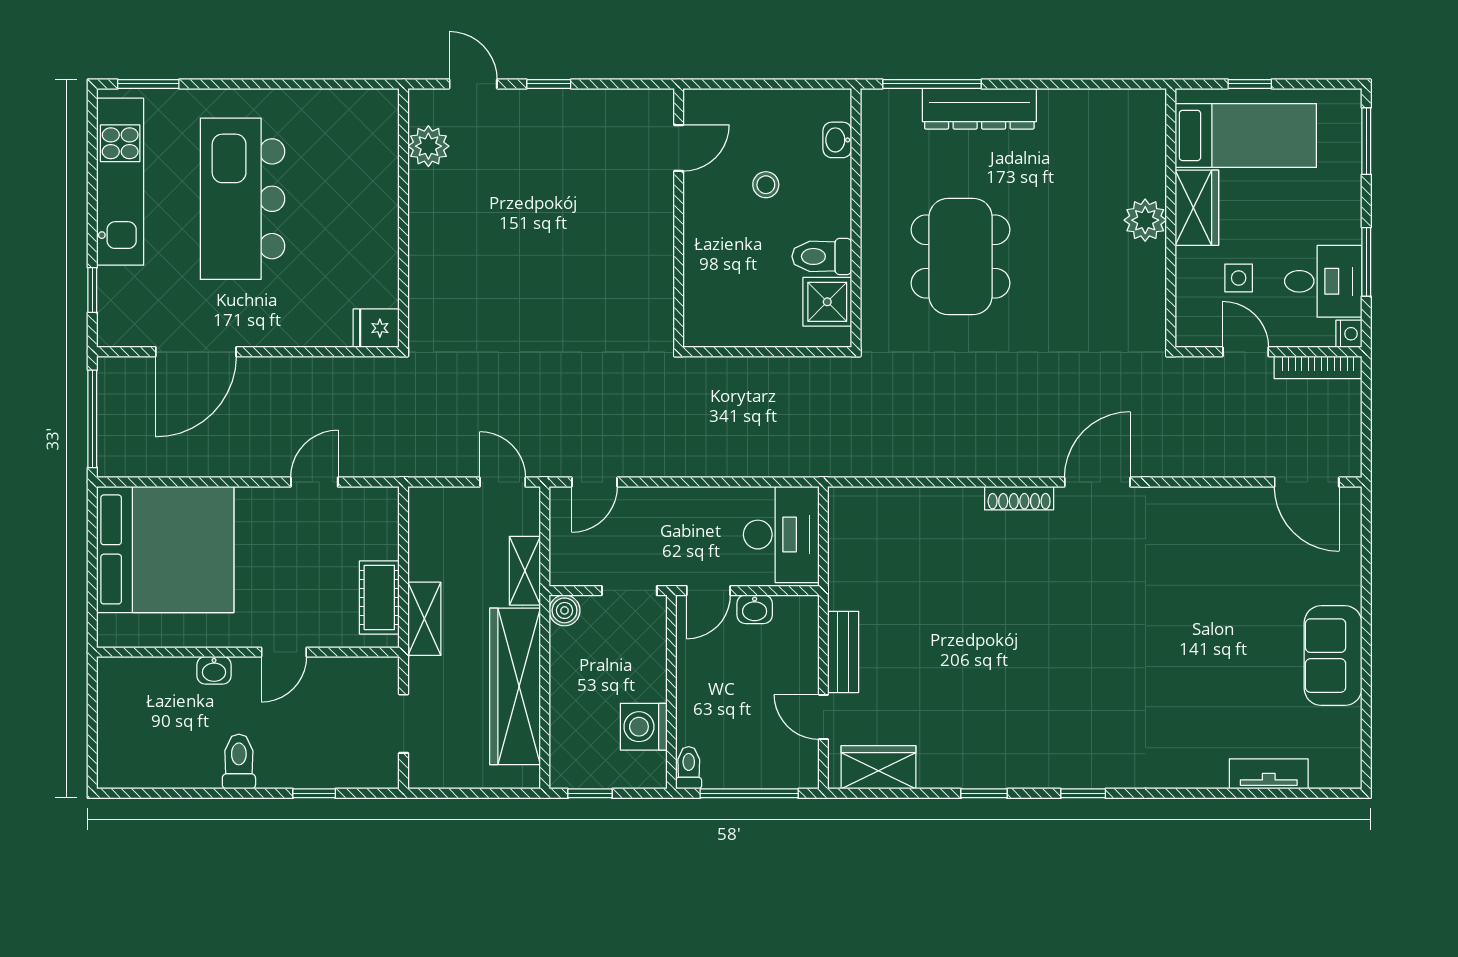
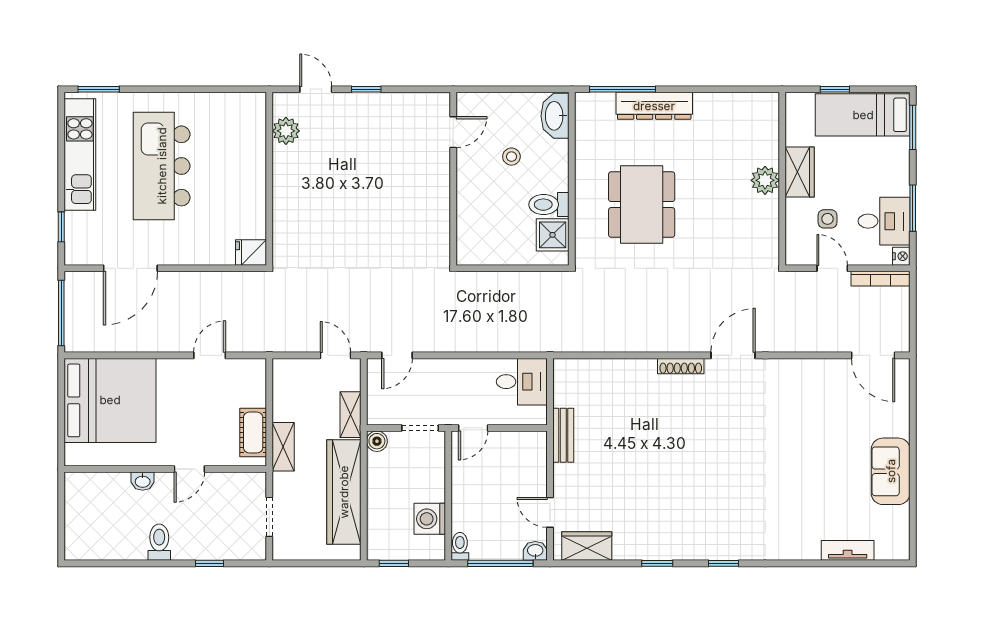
bed: (1246, 135) -> (863, 115), moved, turned 180
washbasin: (837, 140) -> (555, 116), width x1.91, depth x1.45
desk: (781, 535) -> (522, 382), width x0.73
washbasin: (755, 609) -> (535, 551), moved, turned 180
bench: (843, 652) -> (563, 435), moved

